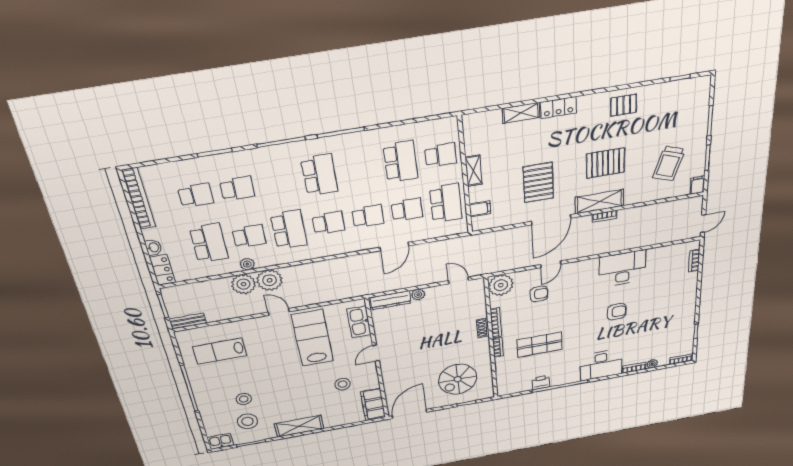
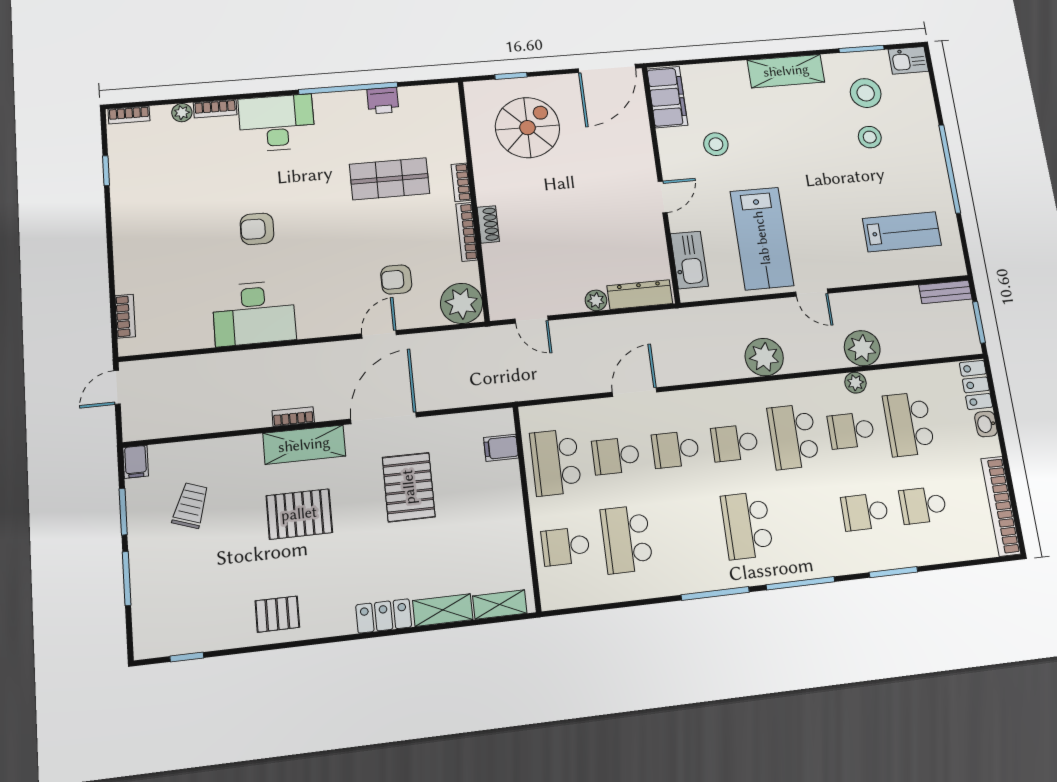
trolley: (669, 164) -> (191, 505), width x0.73, depth x0.72
shelving: (474, 171) -> (500, 605), moved, turned 90
plant: (270, 280) -> (764, 357), moved

